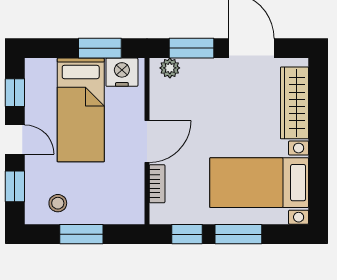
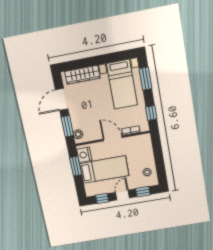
window: (81, 234) -> (159, 160), removed
window: (238, 234) -> (146, 79), moved

